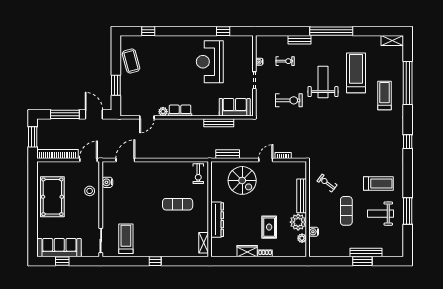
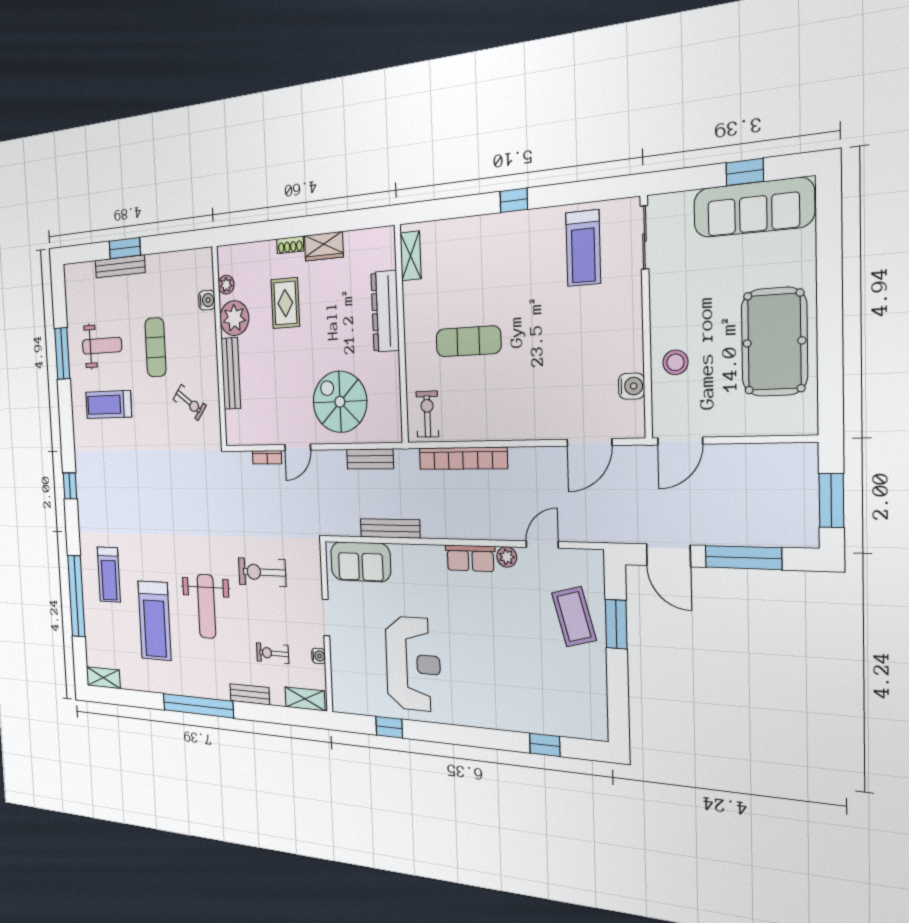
shelving: (268, 40) -> (305, 699), added
coffee table: (131, 61) -> (574, 617), moved
bookcase: (58, 154) -> (463, 458), moved

